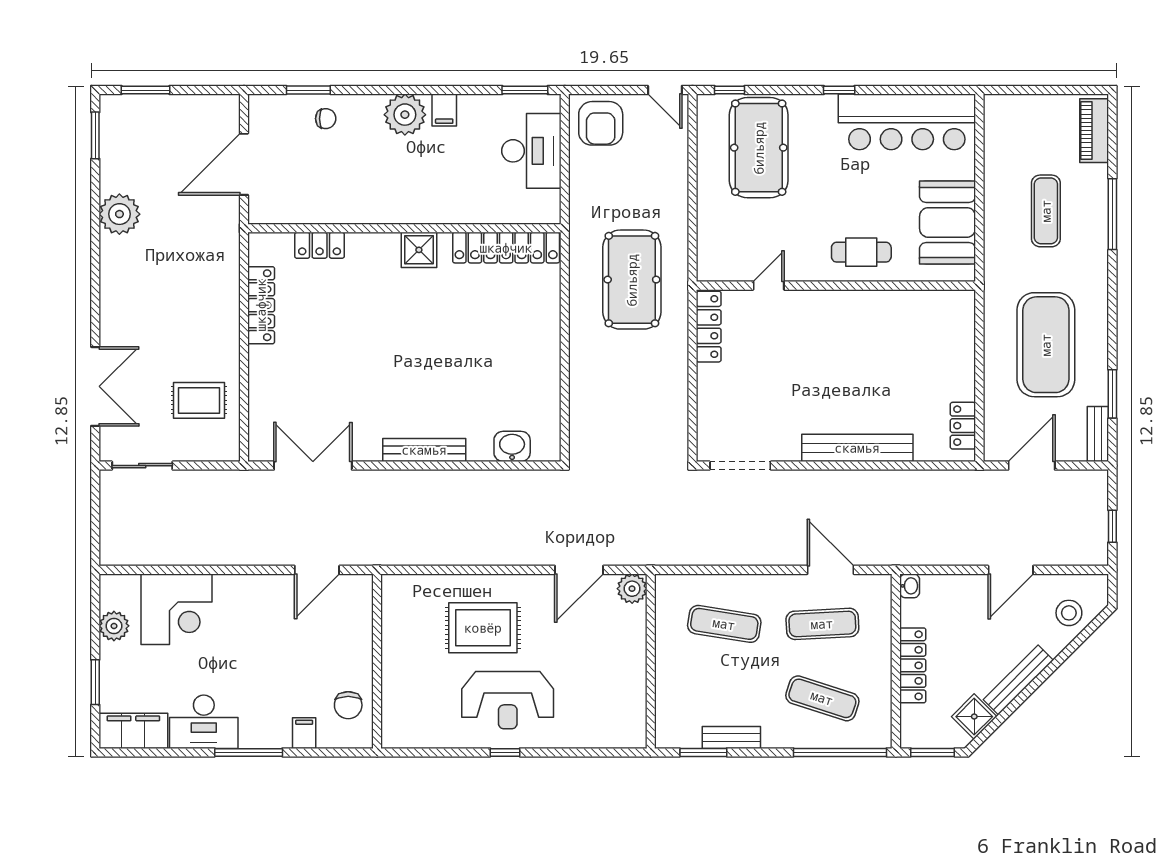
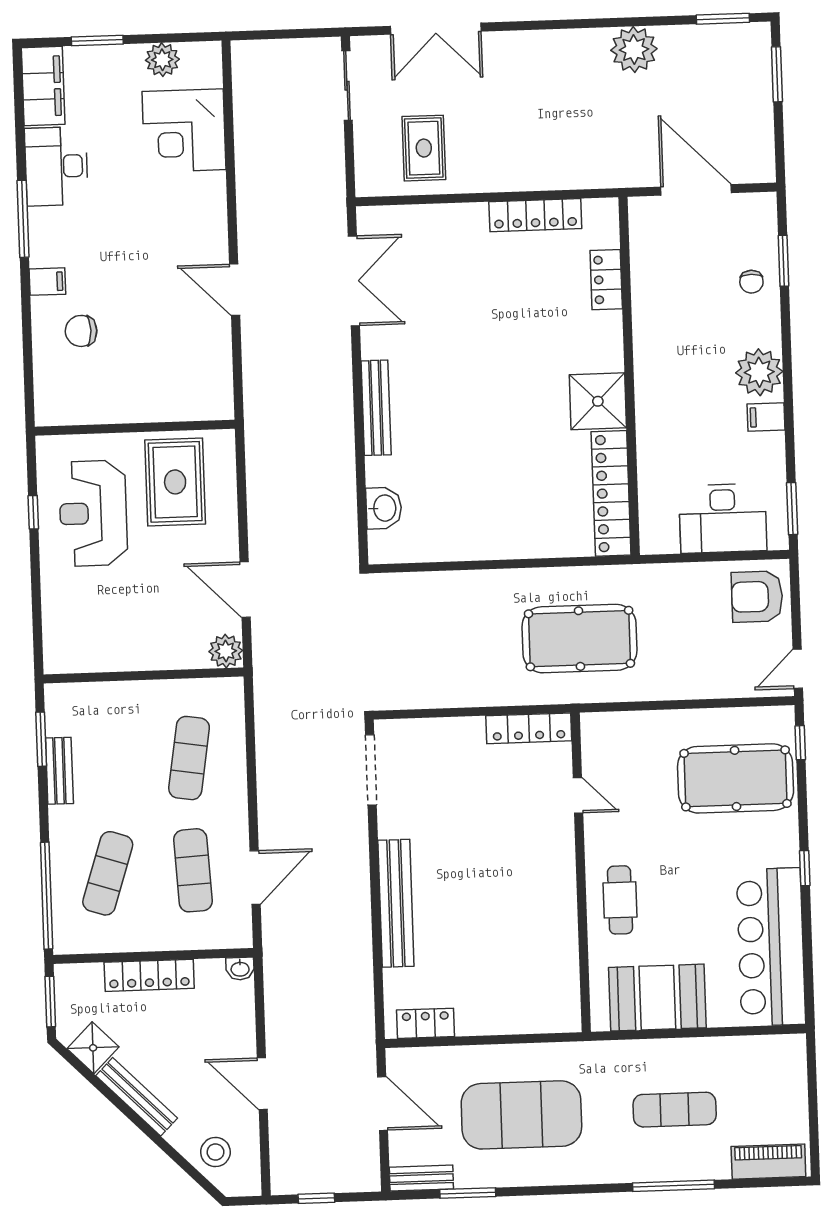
shower: (419, 250) -> (598, 401), width x1.36, depth x1.36
wall: (377, 661) -> (135, 428), moved

